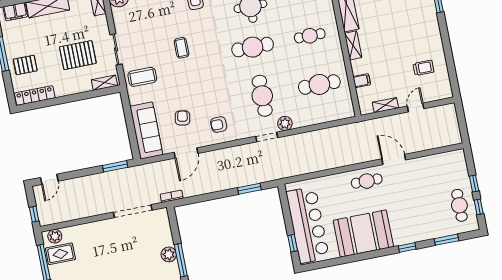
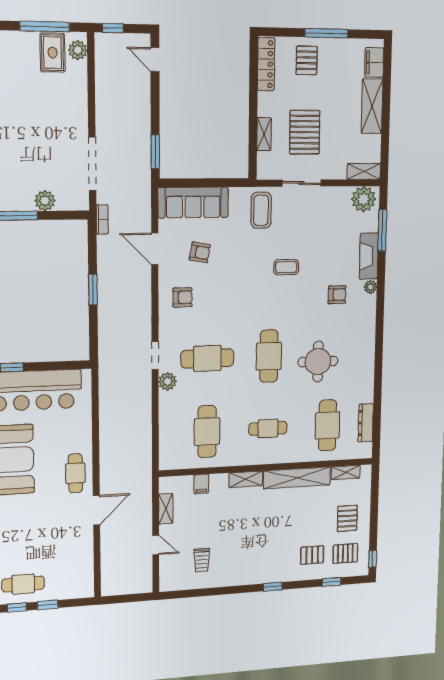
cafe table: (310, 36) -> (268, 428), turned 90
shelving: (104, 83) -> (264, 134), moved
armchair: (219, 125) -> (182, 297), turned 90
window: (249, 189) -> (93, 290), moved
plant: (169, 254) -> (45, 201), moved

